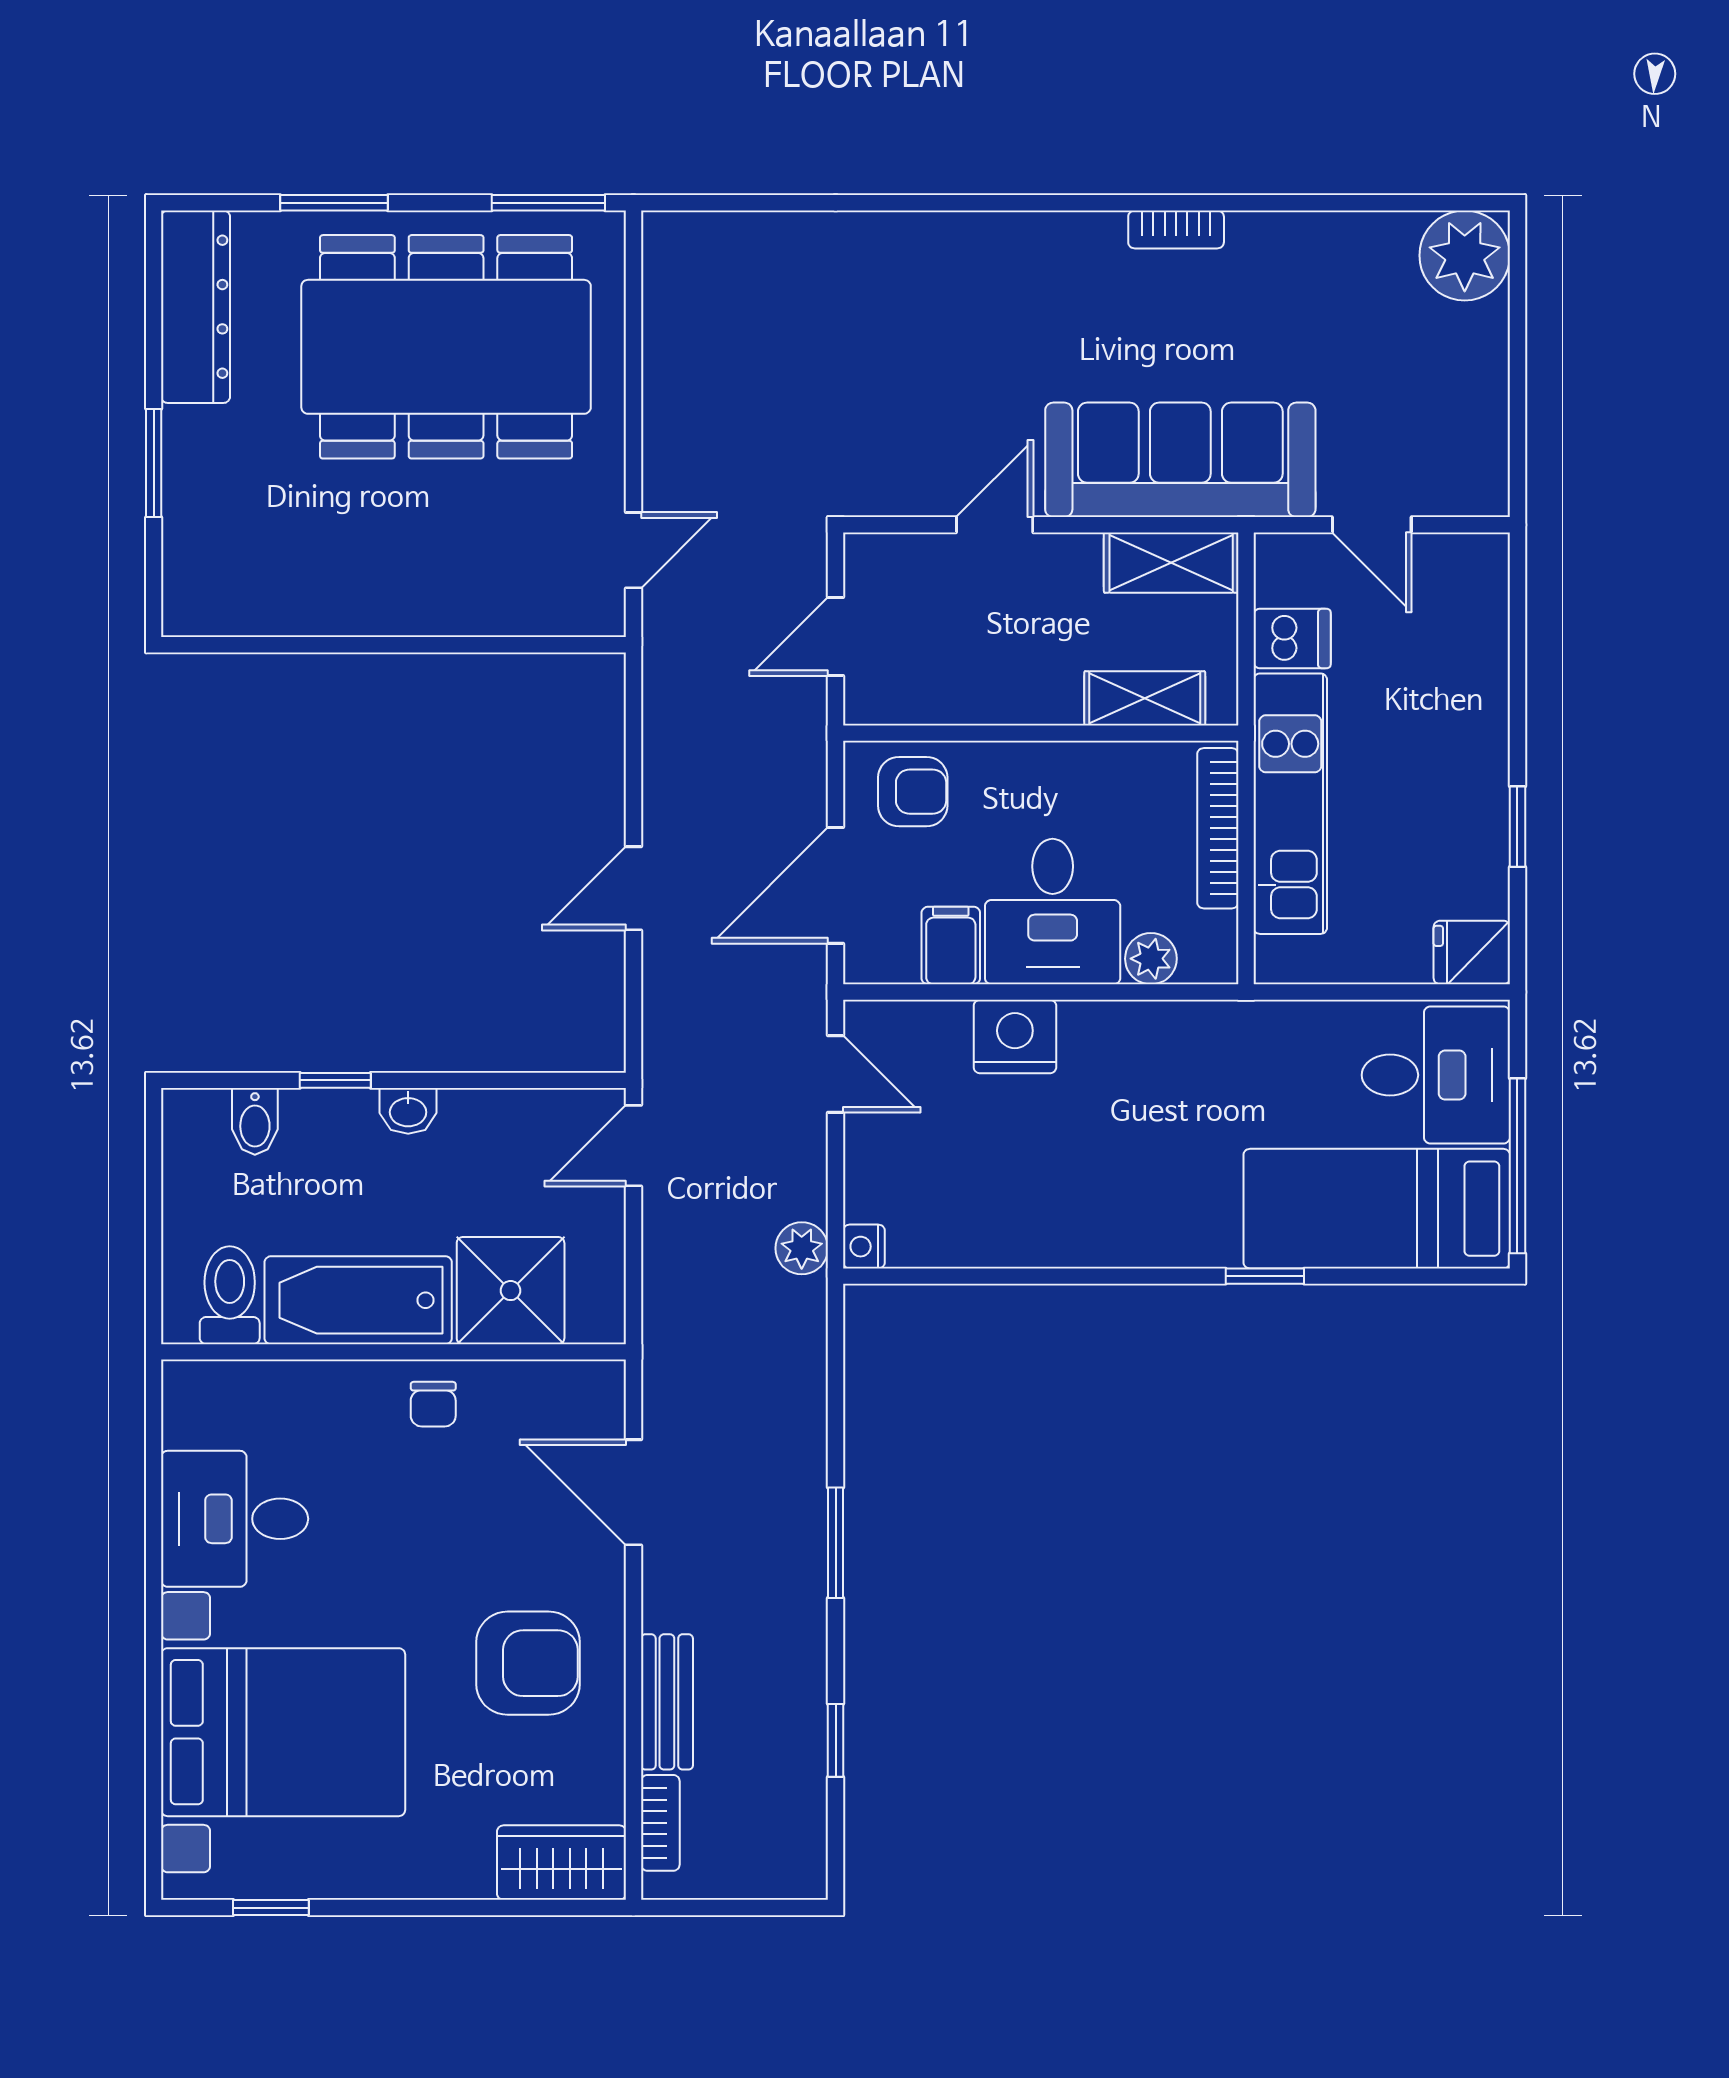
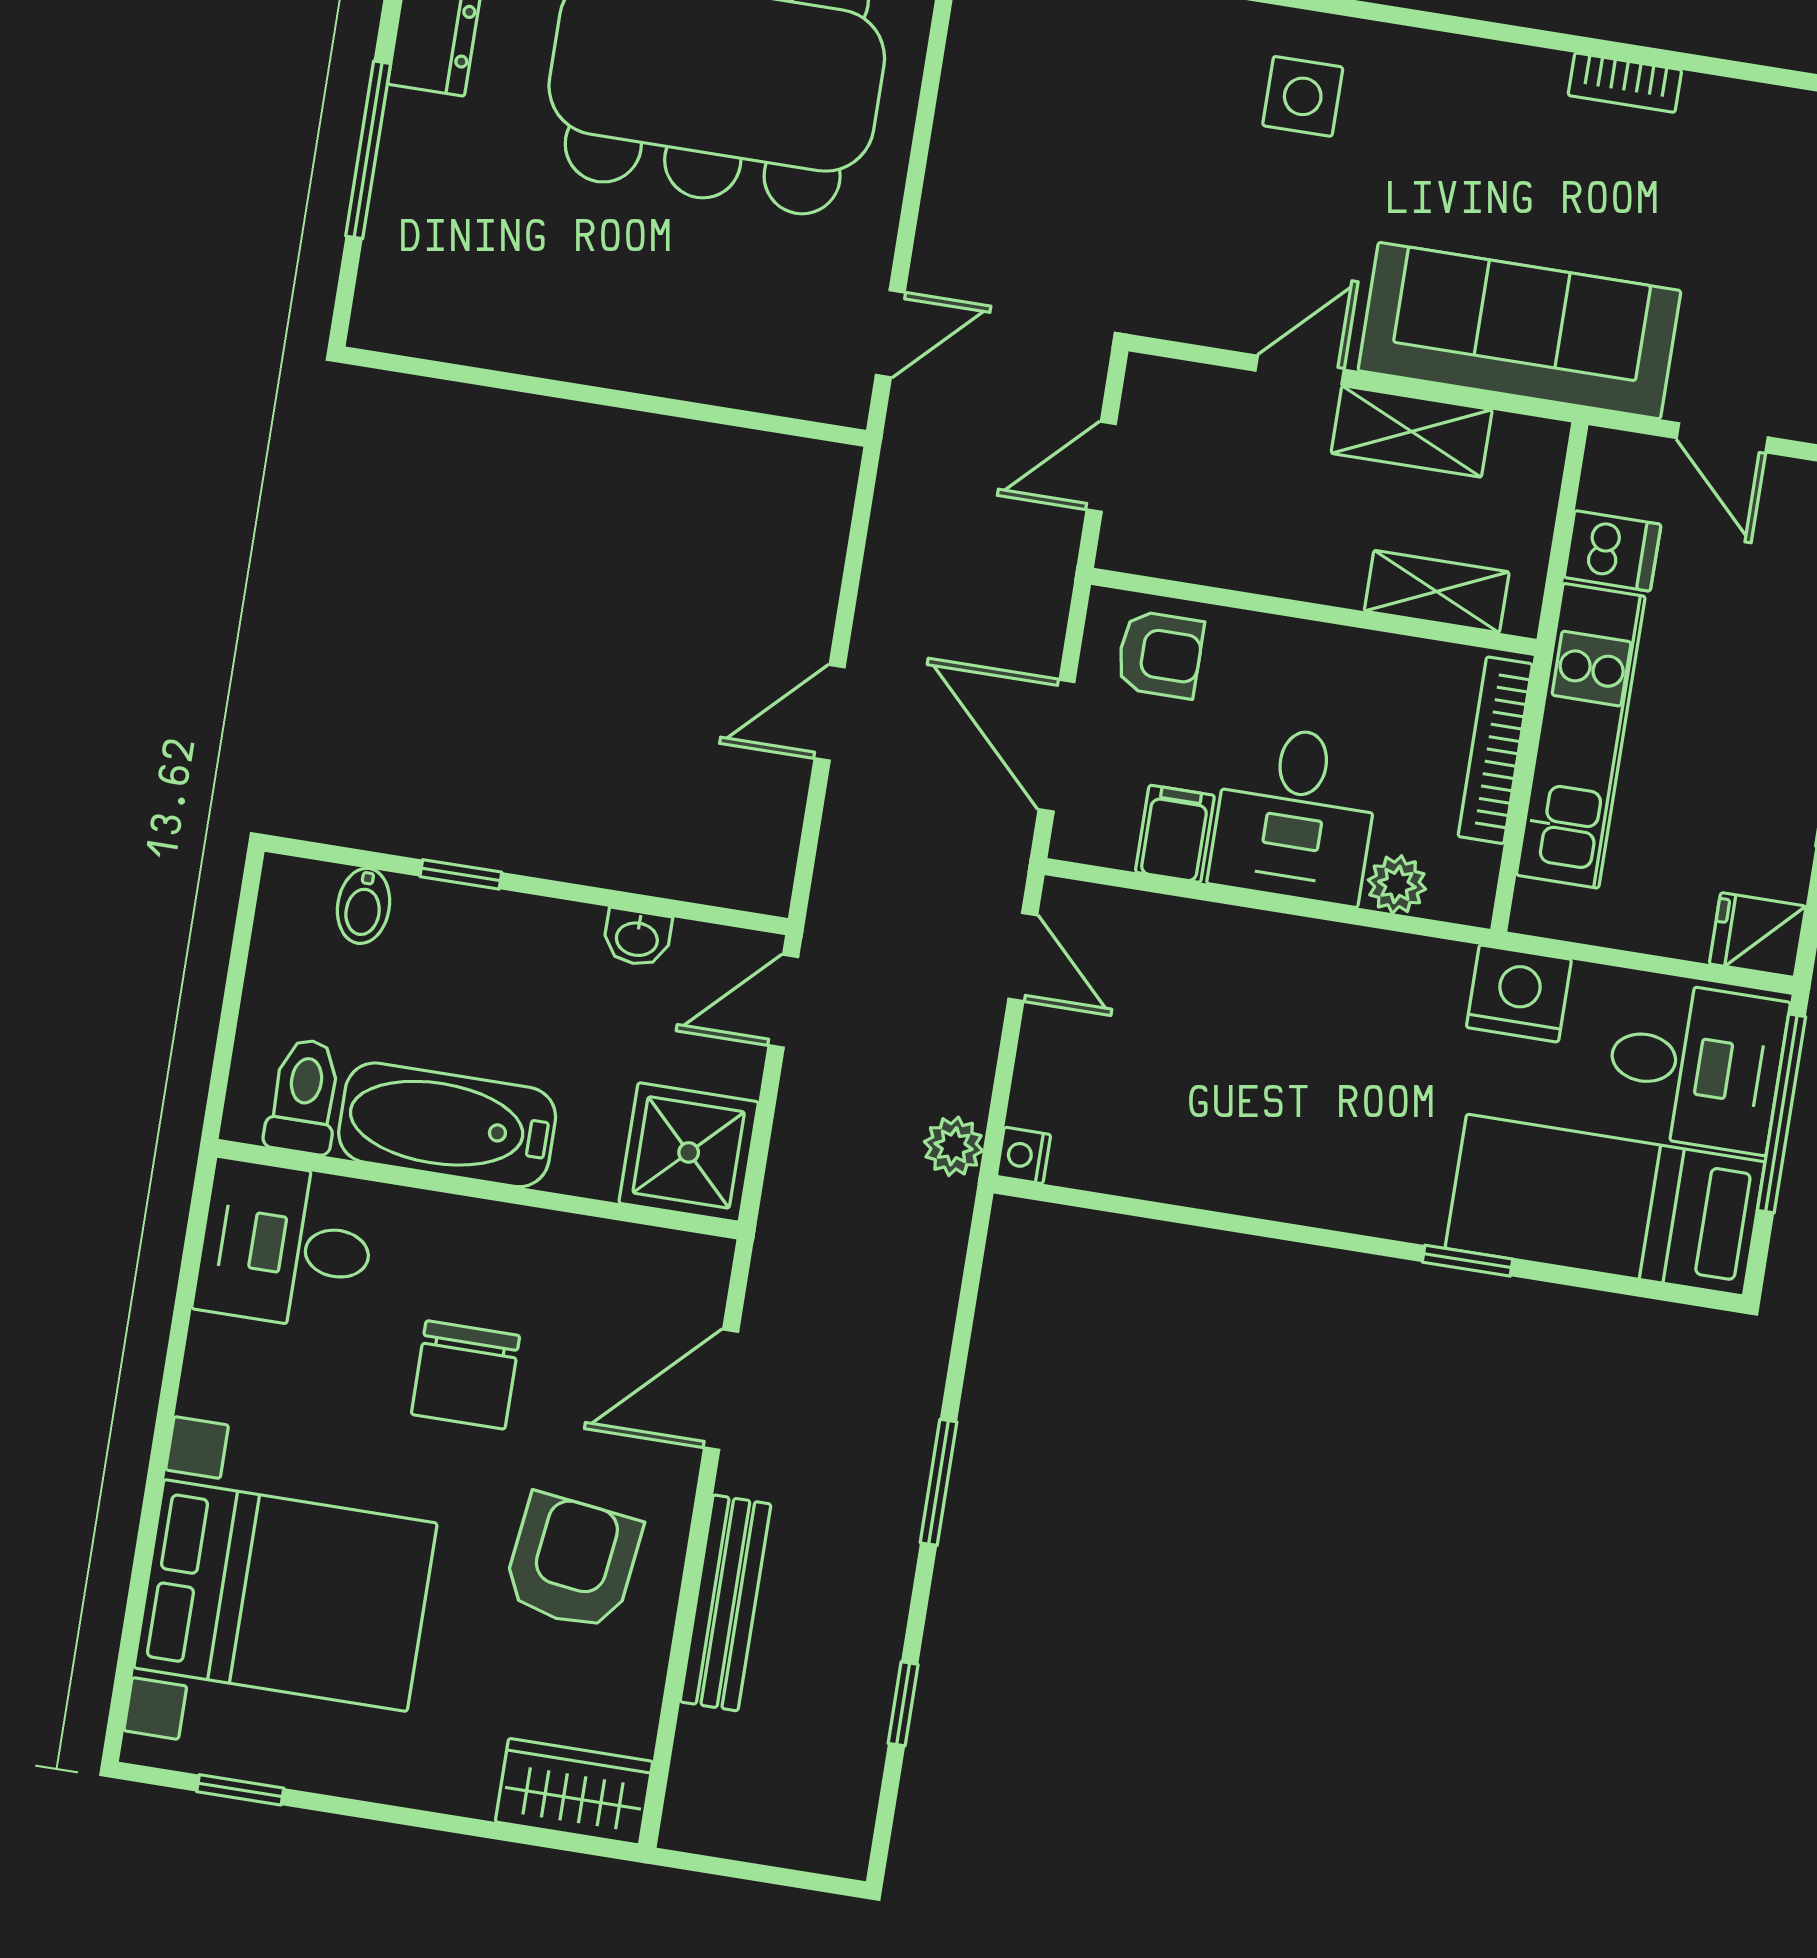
bookcase: (1176, 229) -> (1625, 83), moved
side table: (959, 286) -> (1303, 96), added
window: (154, 463) -> (368, 150), width x1.44
shelving: (1171, 563) -> (1412, 431), moved
door: (836, 885) -> (1057, 746), hinge flipped
nightstand: (1015, 1037) -> (1519, 993), moved
washbasin: (408, 1111) -> (637, 938), moved
window: (1517, 1166) -> (1781, 1113), moved
shower: (511, 1291) -> (689, 1152), moved
chair: (433, 1404) -> (465, 1375), moved, width x1.87, depth x1.87
door: (633, 1492) -> (721, 1390), hinge flipped
desk: (235, 1519) -> (286, 1245), moved
armchair: (528, 1663) -> (572, 1562), turned -83
bench: (667, 1702) -> (725, 1603), width x1.36
bookcase: (660, 1823) -> (692, 1765), removed

